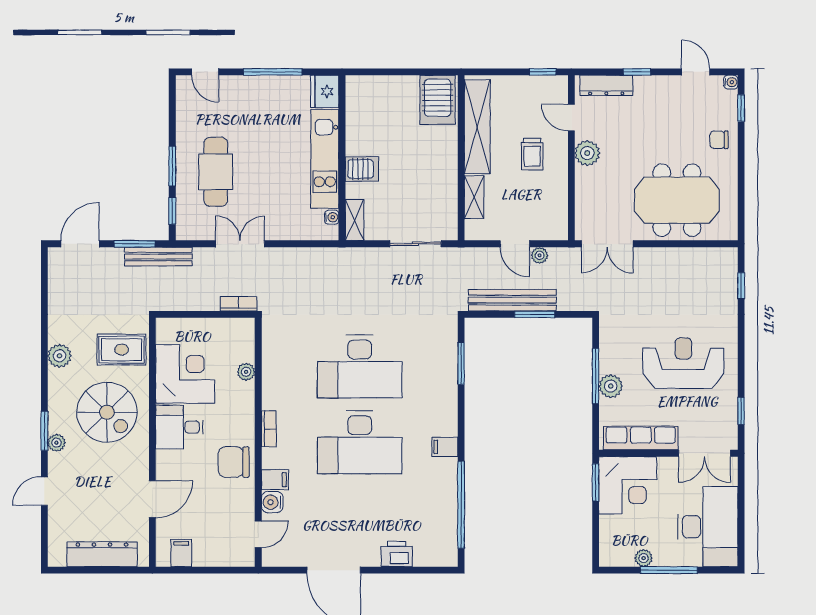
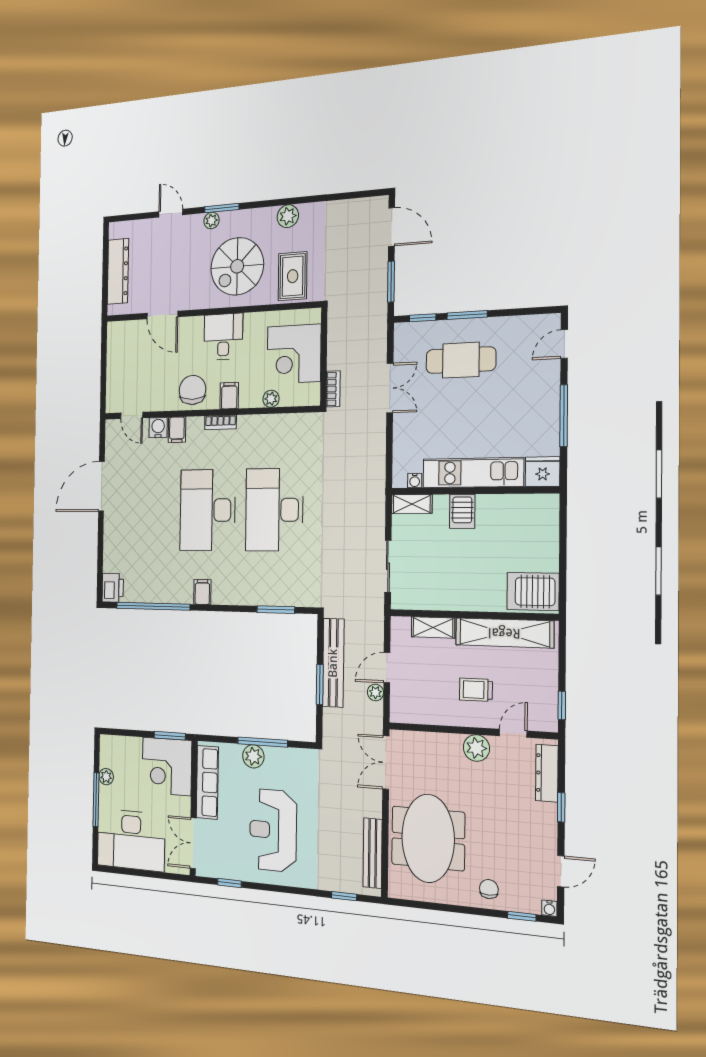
bench: (158, 257) -> (373, 853), moved
reception desk: (683, 363) -> (273, 830), turned 180
corner desk: (185, 374) -> (294, 354), moved, turned 90
filing cabinet: (181, 553) -> (229, 396), moved, turned -90
printer: (397, 554) -> (113, 588), moved

